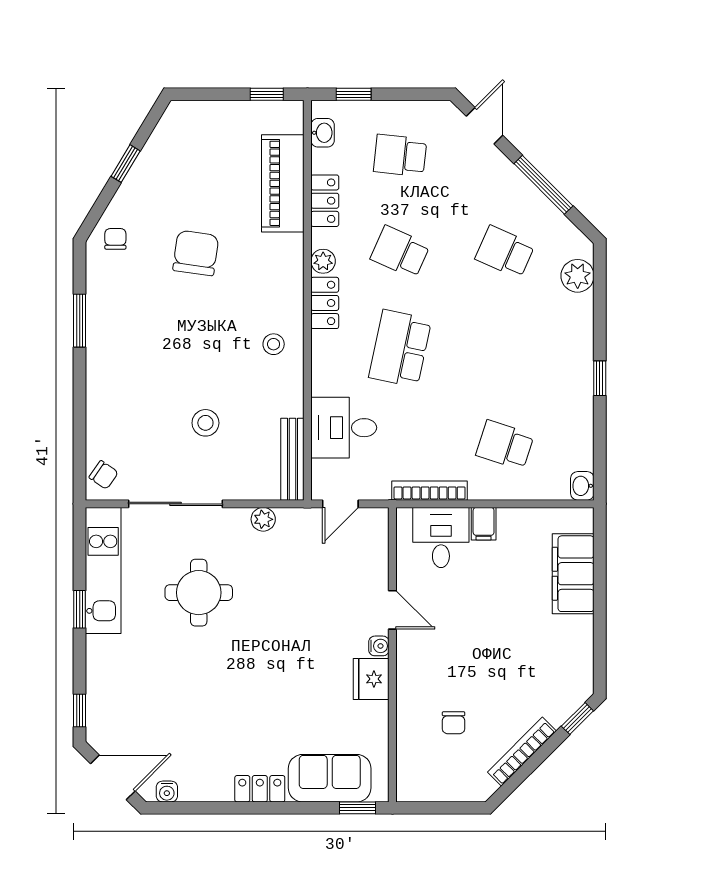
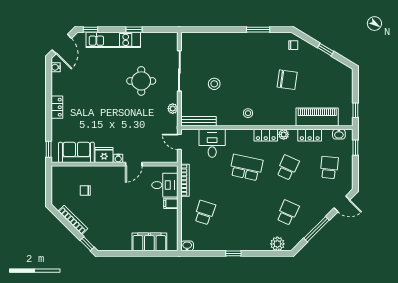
chair: (104, 475) -> (192, 40), removed
kitchen unit: (103, 570) -> (113, 40), moved
sofa: (330, 778) -> (76, 152), moved, turned -90

